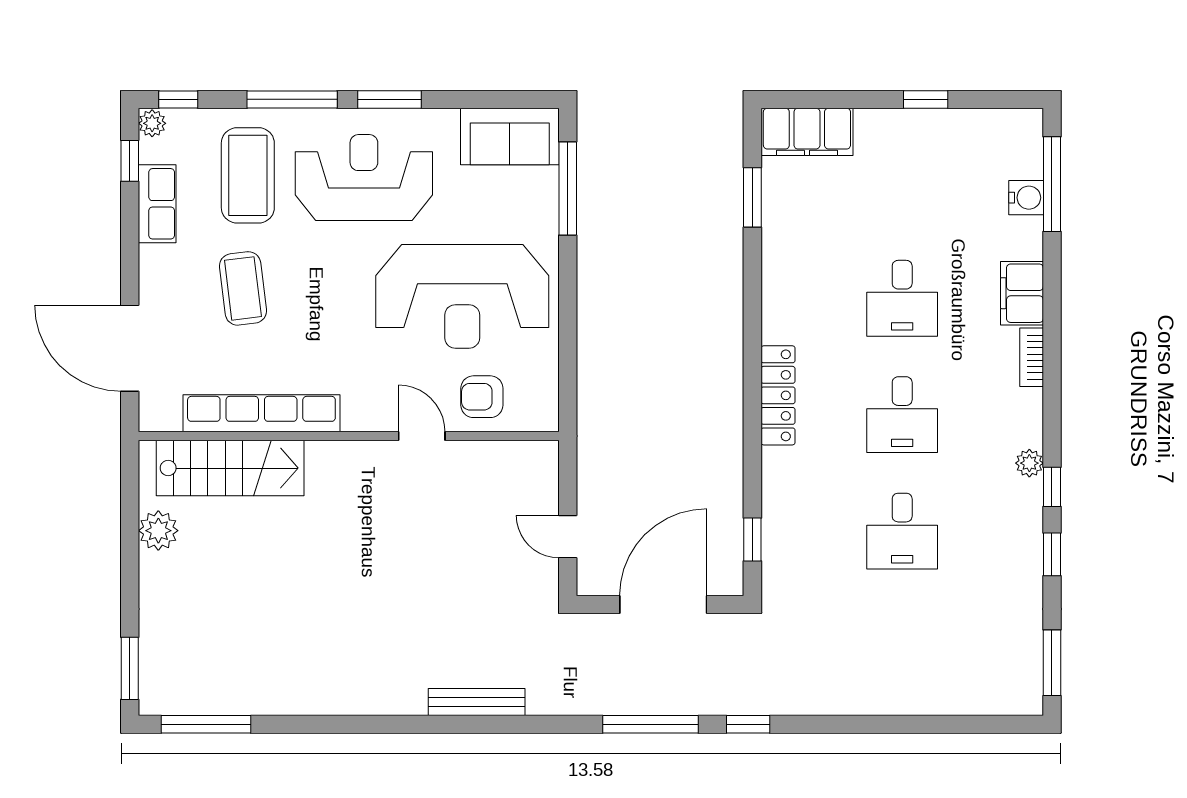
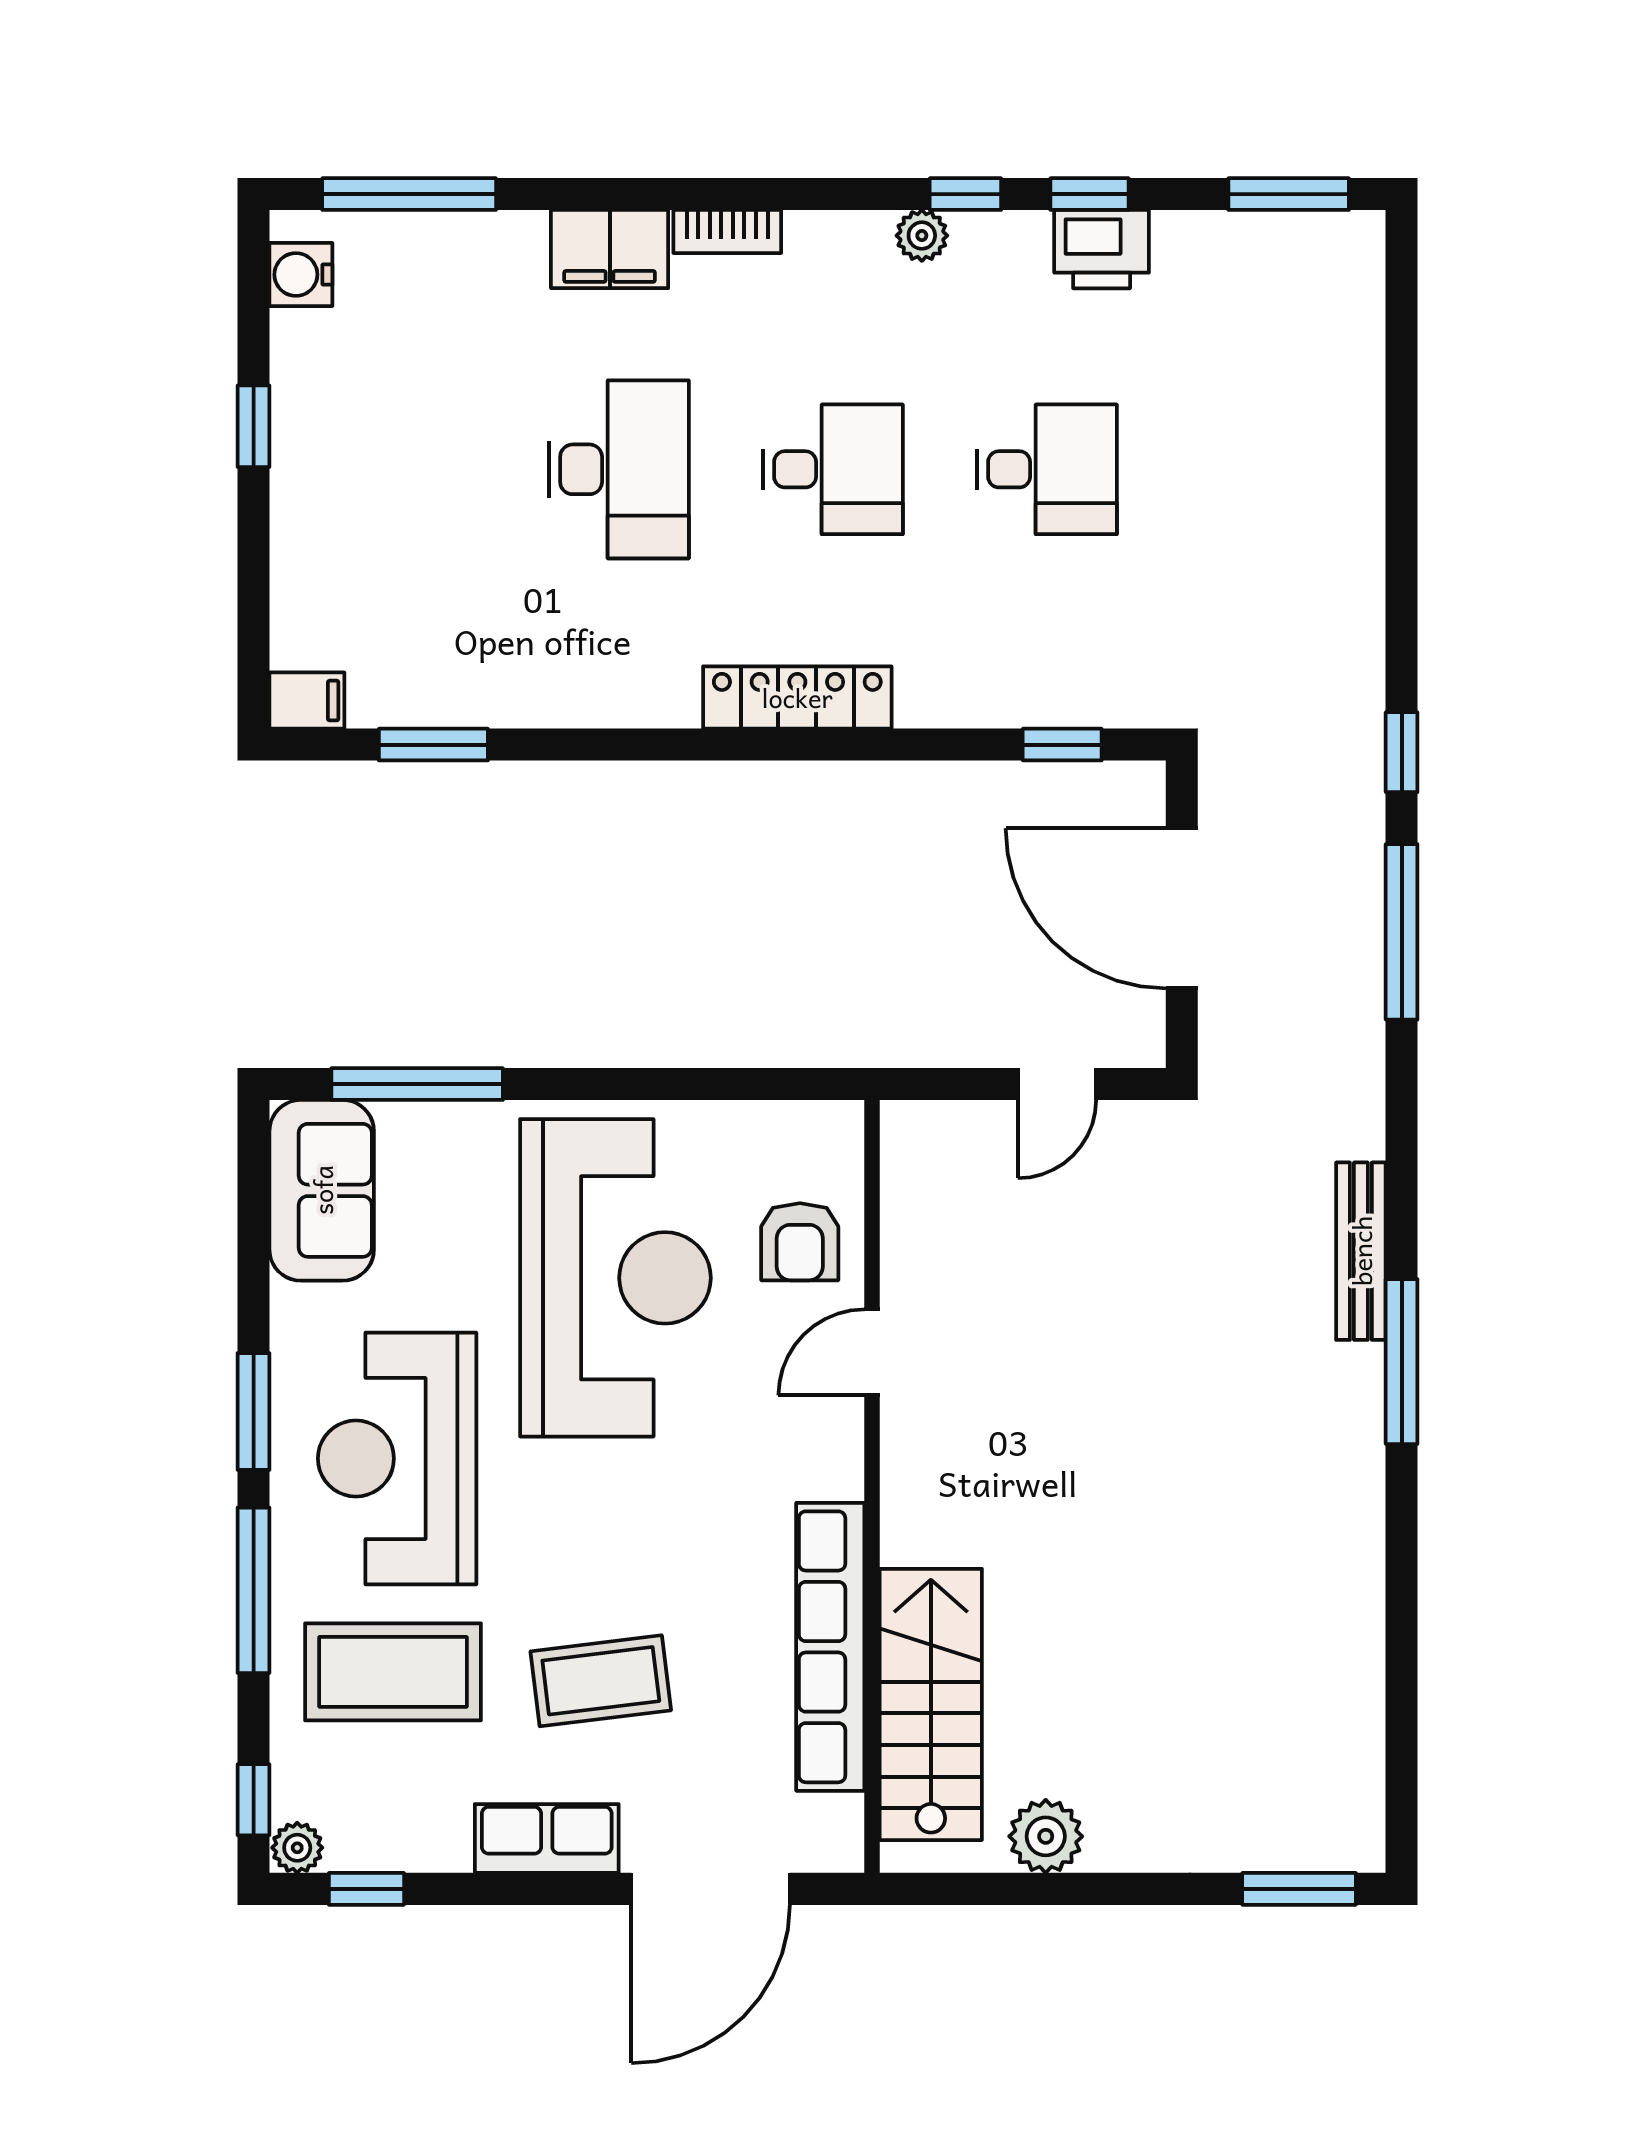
filing cabinet: (807, 132) -> (307, 701), width x0.33, depth x0.86
water cooler: (1026, 198) -> (301, 275), moved, turned -90
row of seats: (157, 204) -> (547, 1839), moved
desk: (902, 298) -> (619, 469), width x1.37
printer: (1022, 561) -> (1102, 249), added
window: (206, 724) -> (1402, 1362), moved

